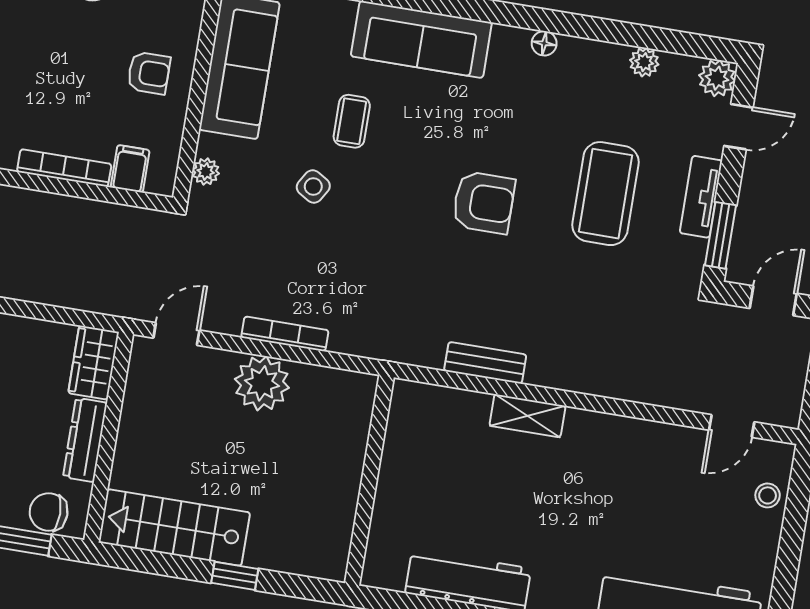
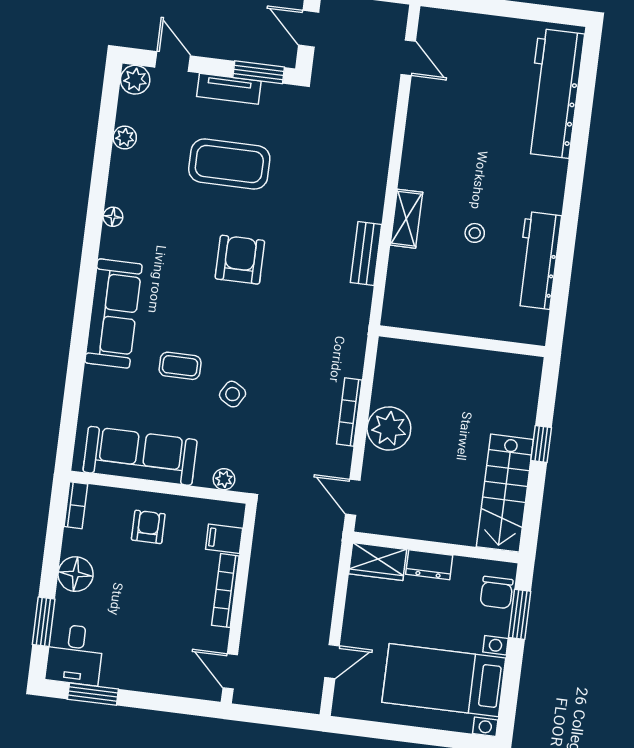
dresser: (85, 440) -> (429, 565), width x0.70
stool: (768, 495) -> (475, 233), moved

